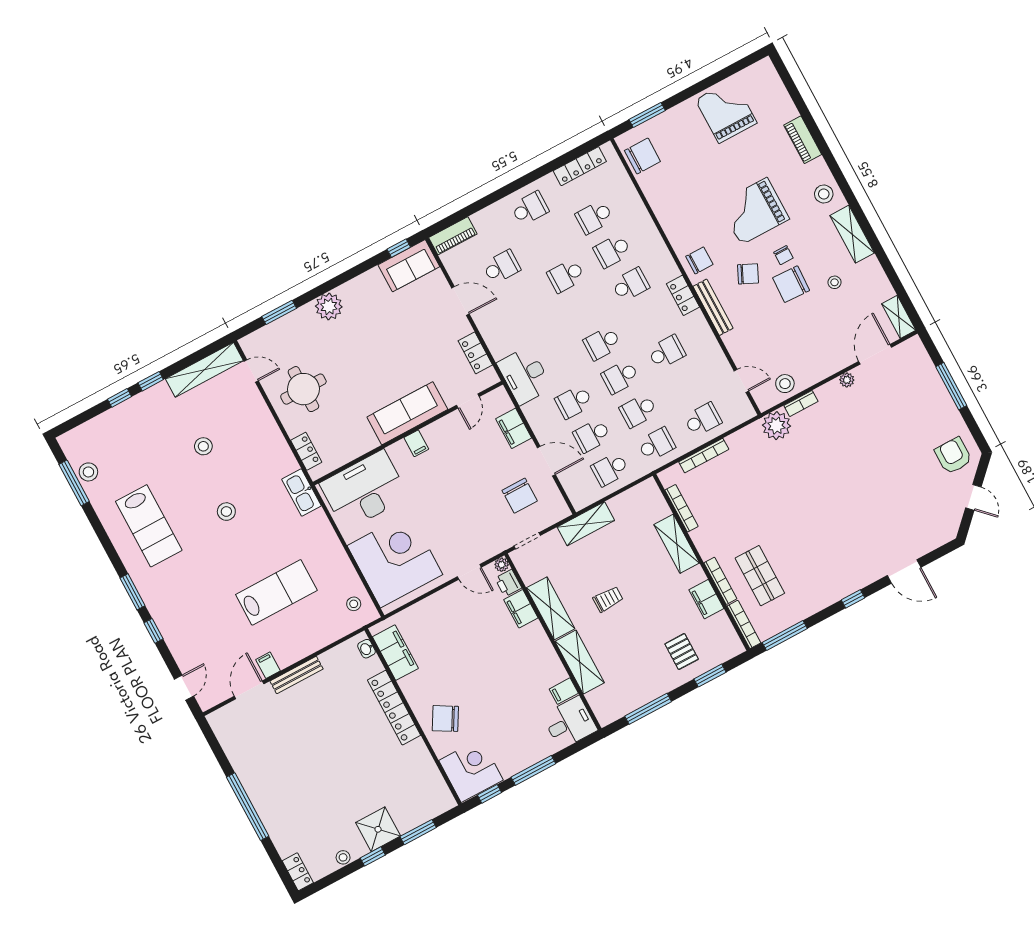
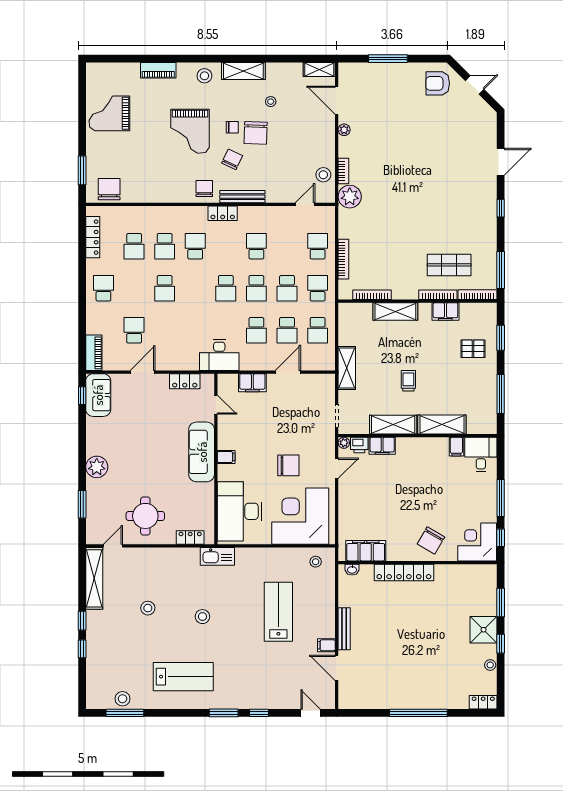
chair: (520, 496) -> (288, 465), moved

